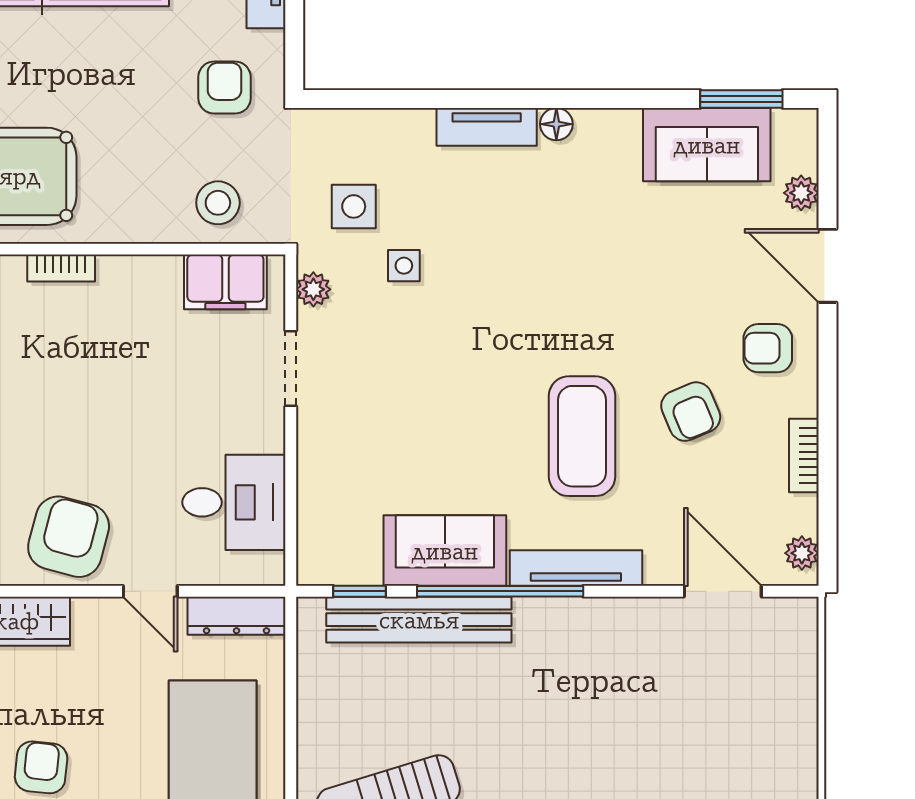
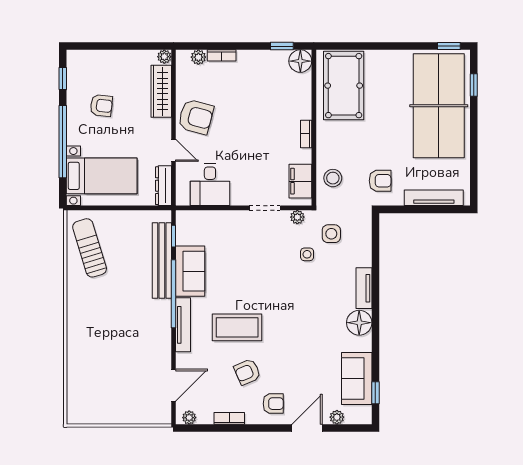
window: (741, 99) -> (375, 393), width x0.67
floor lamp: (556, 124) -> (359, 323), width x1.89, depth x1.89
bookcase: (61, 268) -> (306, 134), moved
armchair: (768, 348) -> (273, 404), turned 90
door: (150, 591) -> (173, 150), swing flipped

